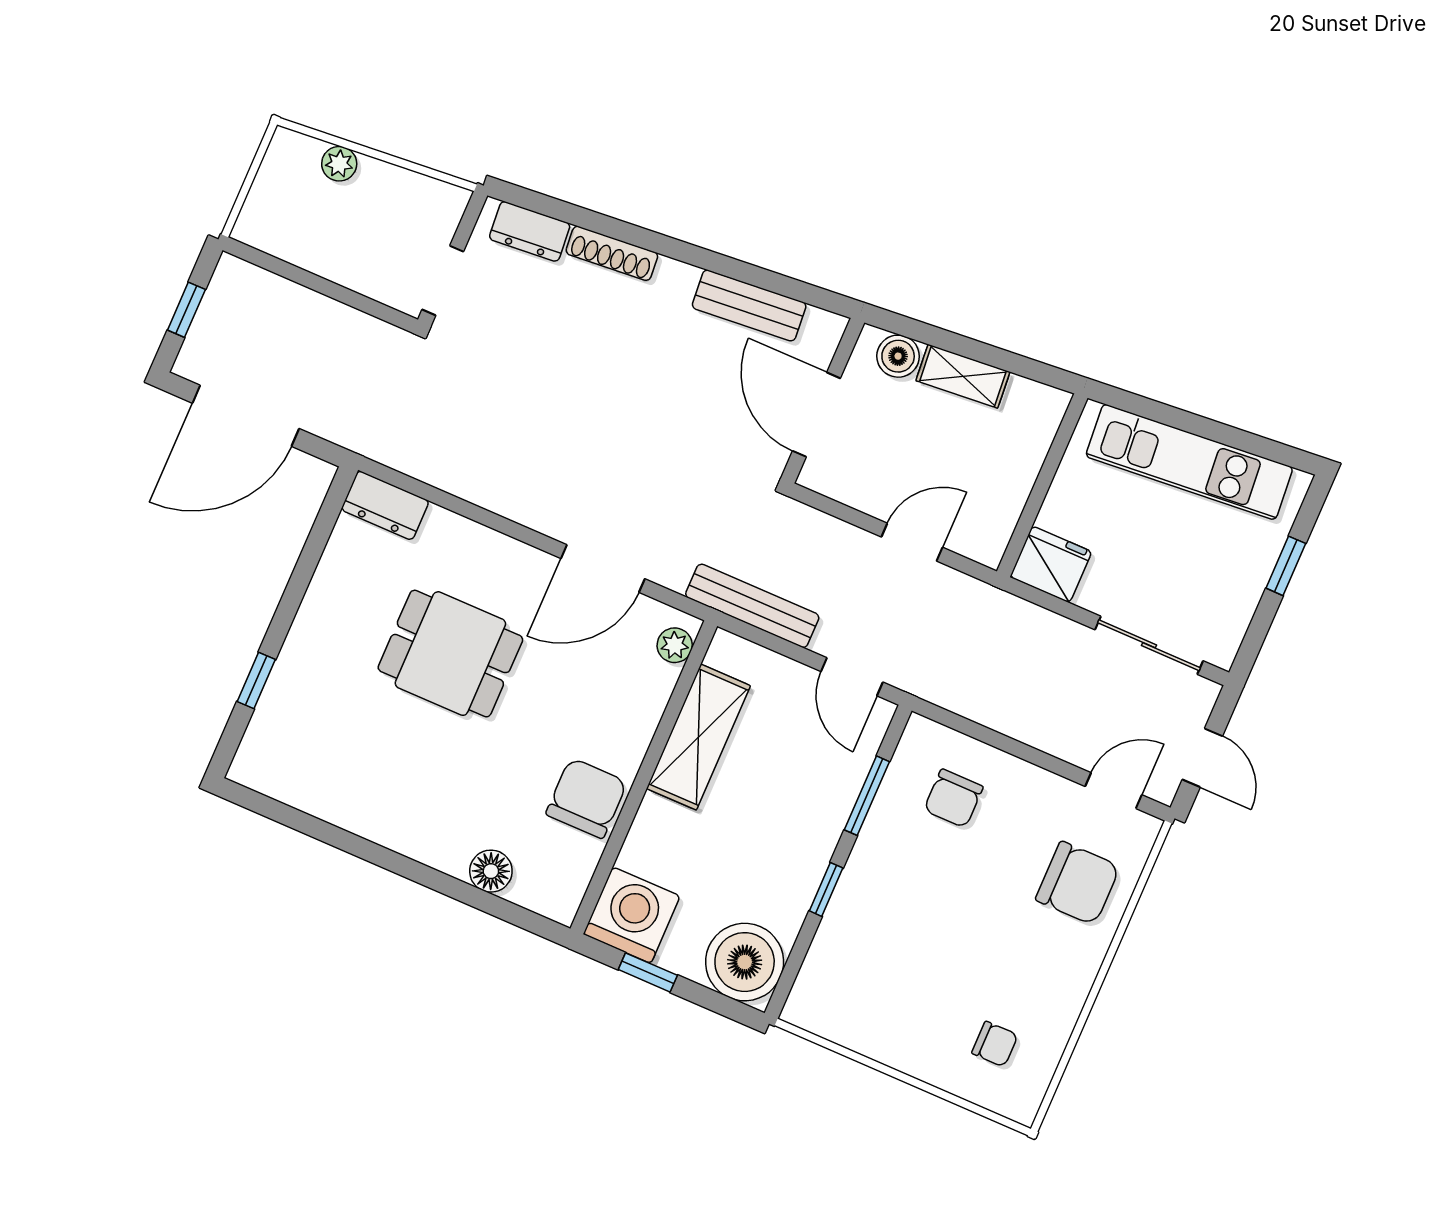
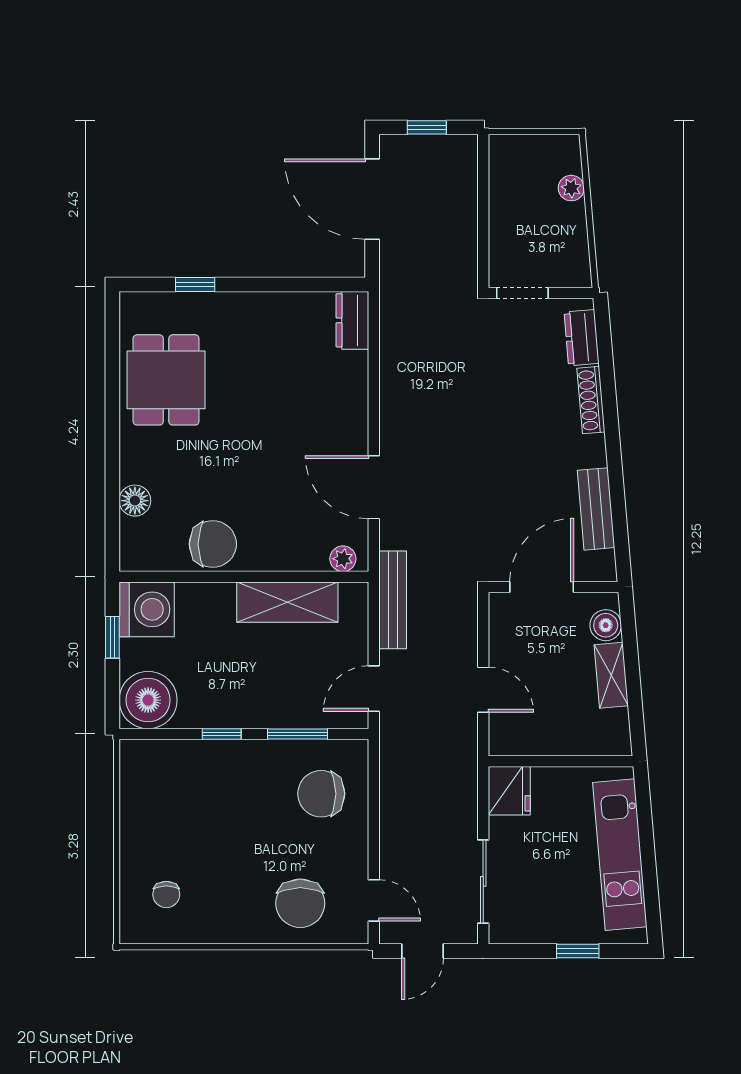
dining table: (450, 654) -> (166, 380), moved
chair: (953, 798) -> (321, 794), width x1.37, depth x1.37

